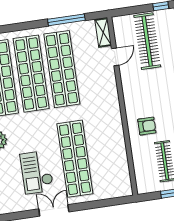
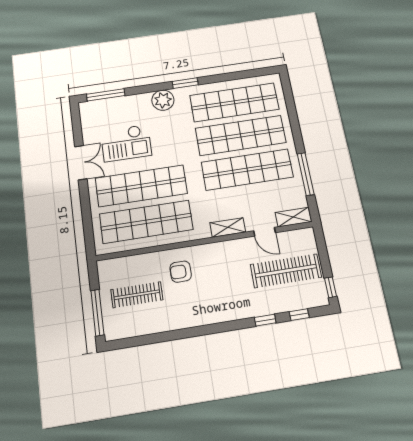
shelving: (111, 87) -> (228, 227), added
armchair: (147, 126) -> (181, 272), turned 90
shop shelf: (106, 154) -> (146, 222), added
checkout: (37, 172) -> (126, 143), turned 180

